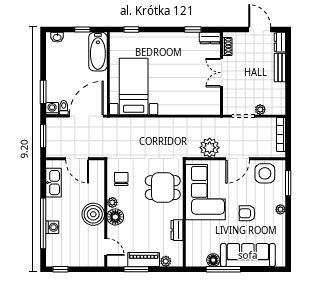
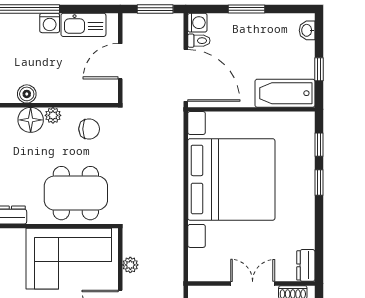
window: (193, 30) -> (319, 183), moved
bed with nightstands: (134, 86) -> (231, 179), width x1.85
window: (43, 92) -> (246, 9), moved
plant: (210, 148) -> (130, 265), width x0.53, depth x0.53
dining table: (163, 188) -> (76, 193), width x1.38
boiler: (93, 214) -> (27, 94), width x0.54, depth x0.54
washing machine: (52, 227) -> (50, 23), moved

